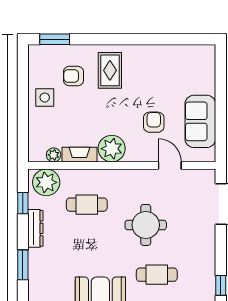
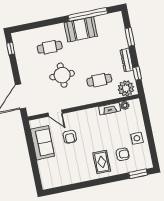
plant: (112, 149) -> (91, 116), removed

